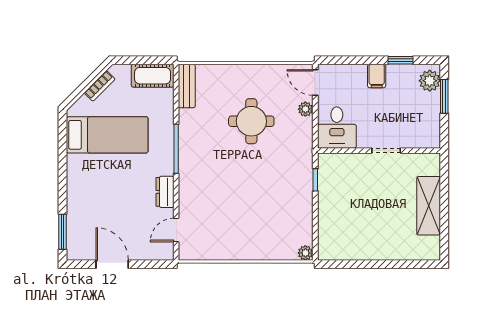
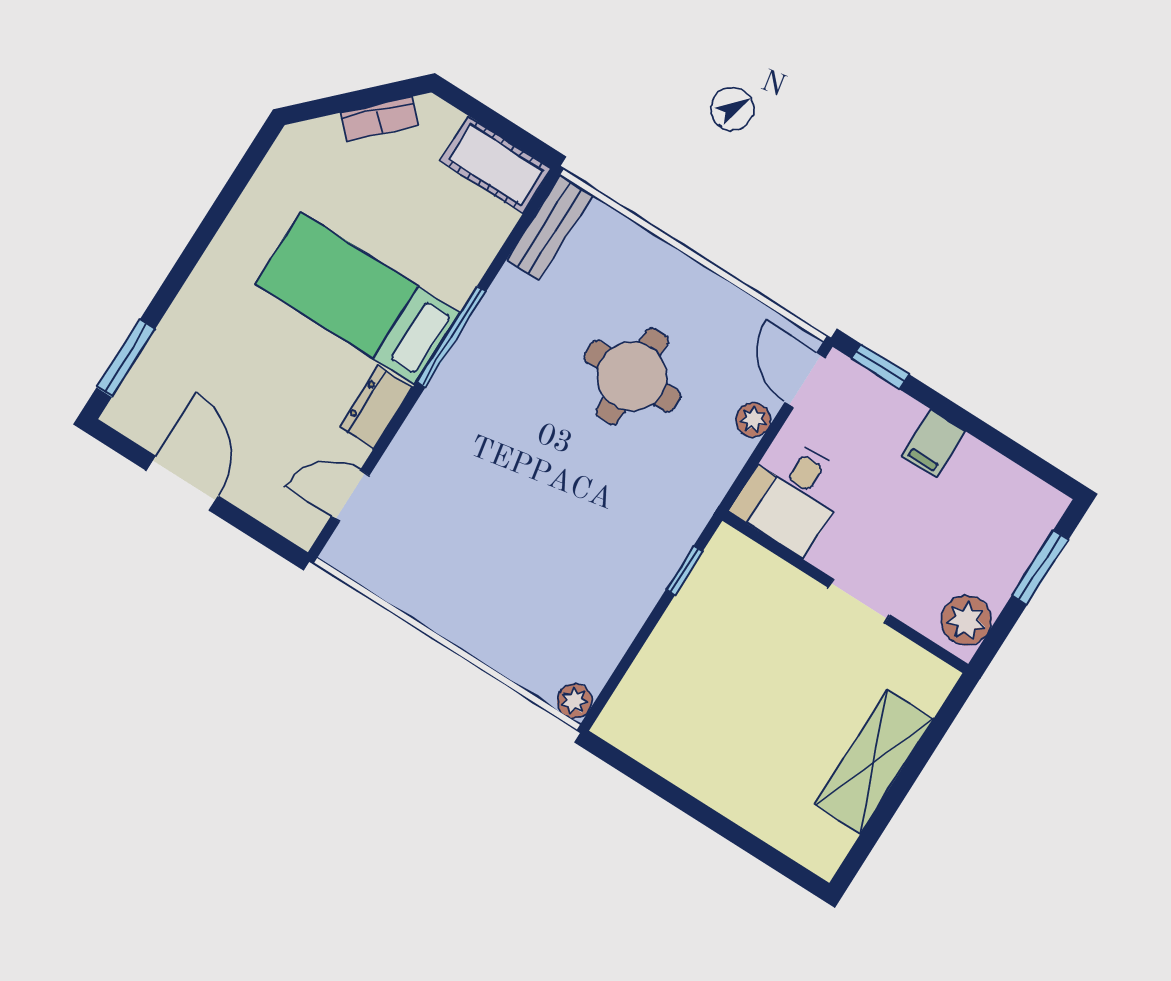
window: (401, 60) -> (880, 367), moved
plant: (430, 81) -> (966, 620), moved
bed: (107, 135) -> (358, 298), moved, turned 180

